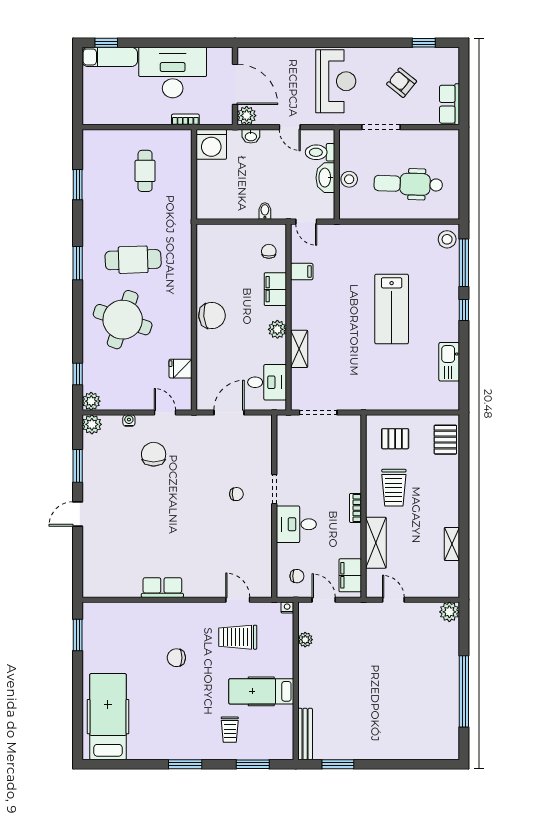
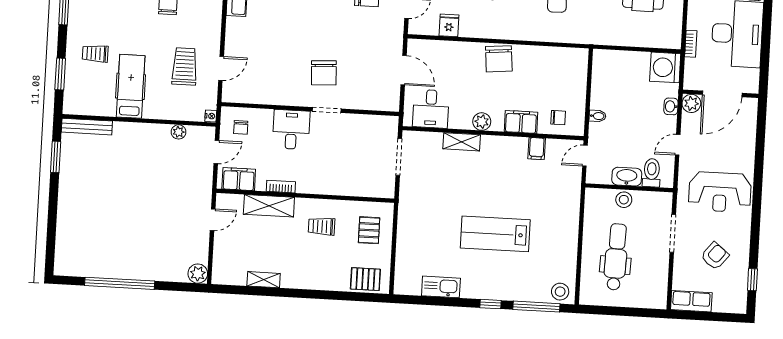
trolley: (394, 488) -> (322, 226), width x0.73, depth x0.72
chair: (236, 494) -> (324, 73), width x1.87, depth x1.87
bookcase: (355, 508) -> (281, 187), moved

